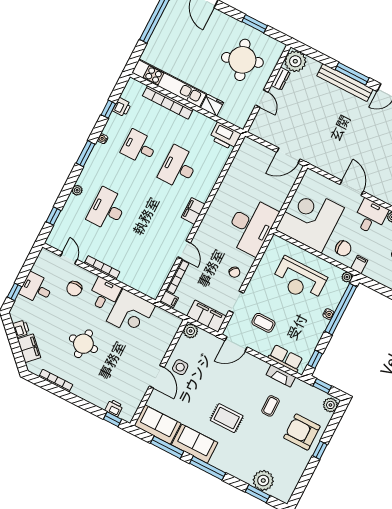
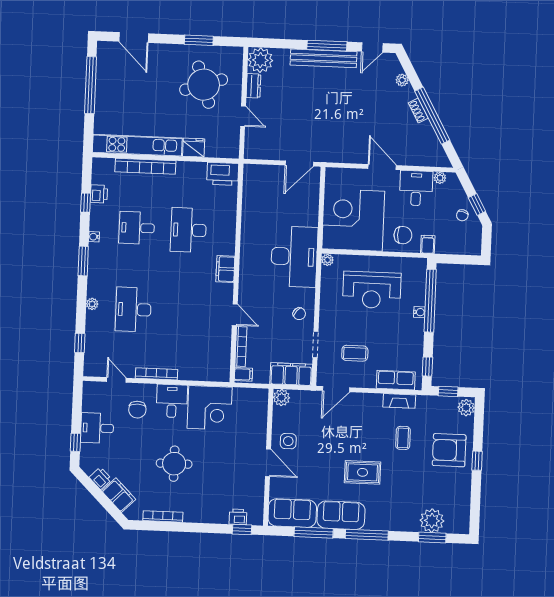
plant: (347, 277) -> (327, 260), moved

